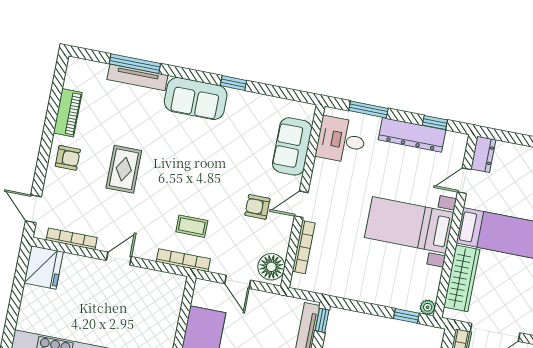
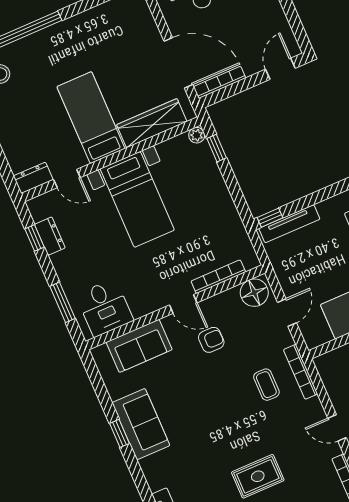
sofa: (196, 98) -> (141, 424), moved
dresser: (412, 135) -> (50, 236), width x0.51, depth x0.80
armchair: (257, 207) -> (211, 340), turned -90

